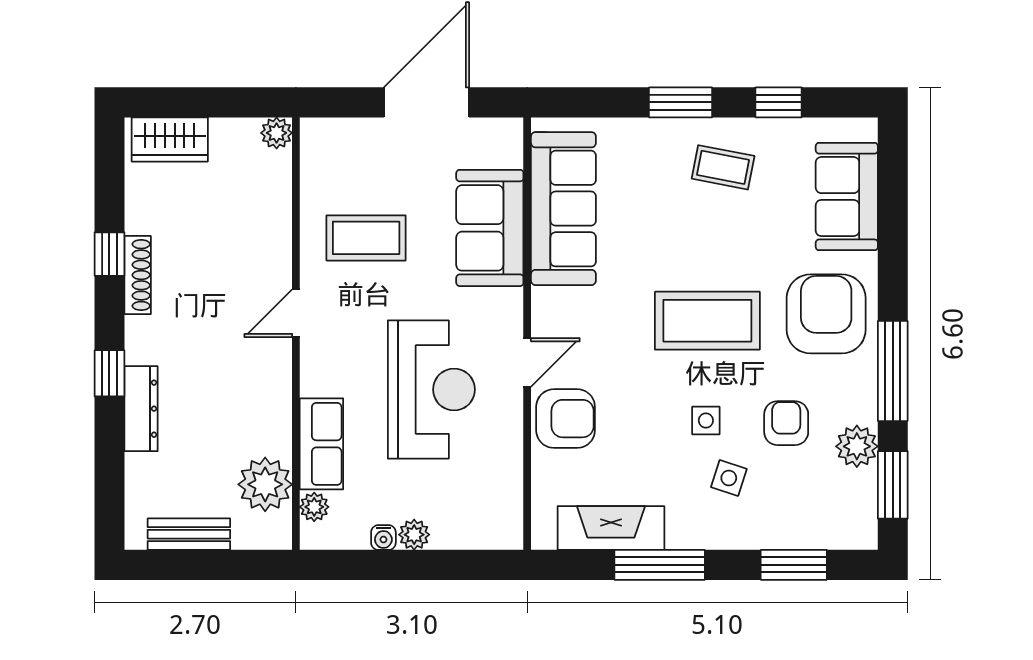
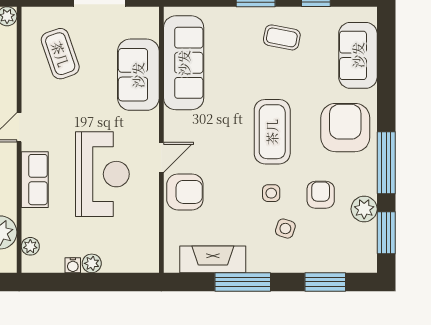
coffee table: (366, 238) -> (60, 54), moved, turned 71
coffee table: (707, 321) -> (272, 132), turned 90
row of seats: (321, 444) -> (35, 180), moved

